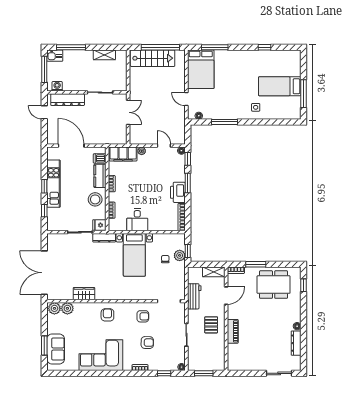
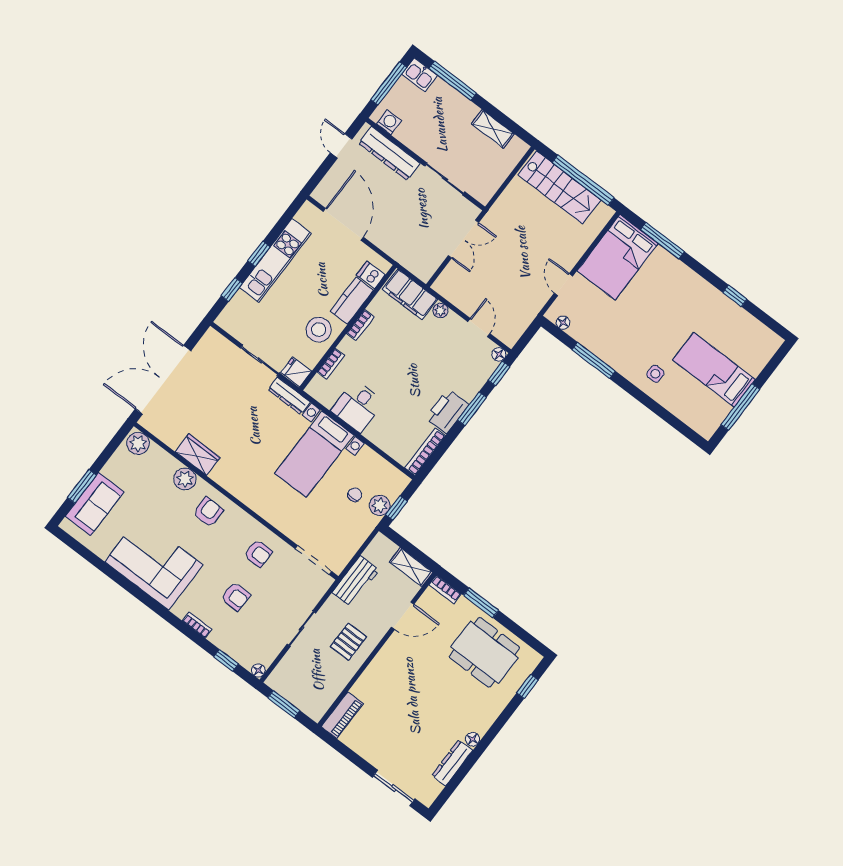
plant: (67, 308) -> (185, 479), moved
piano: (233, 331) -> (342, 715), moved

